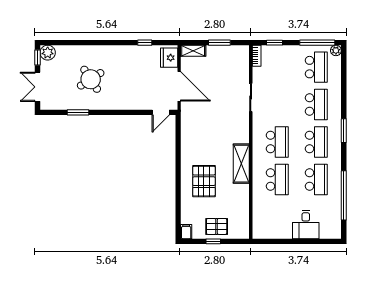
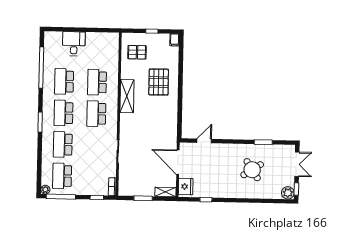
door: (161, 112) -> (204, 141), moved
pallet: (217, 226) -> (137, 52), moved

